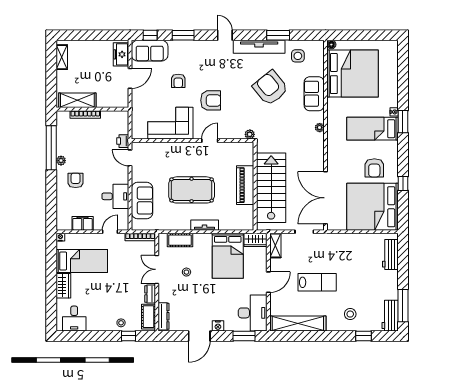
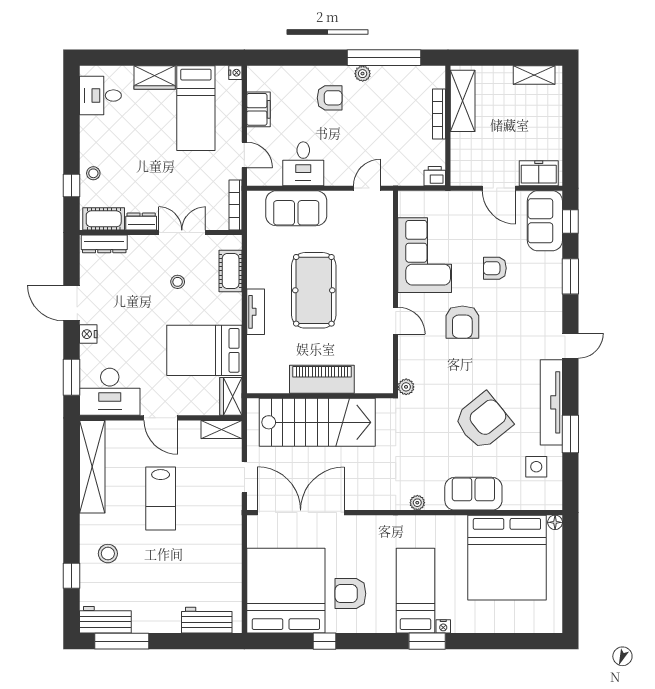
printer: (123, 141) -> (435, 176), moved

